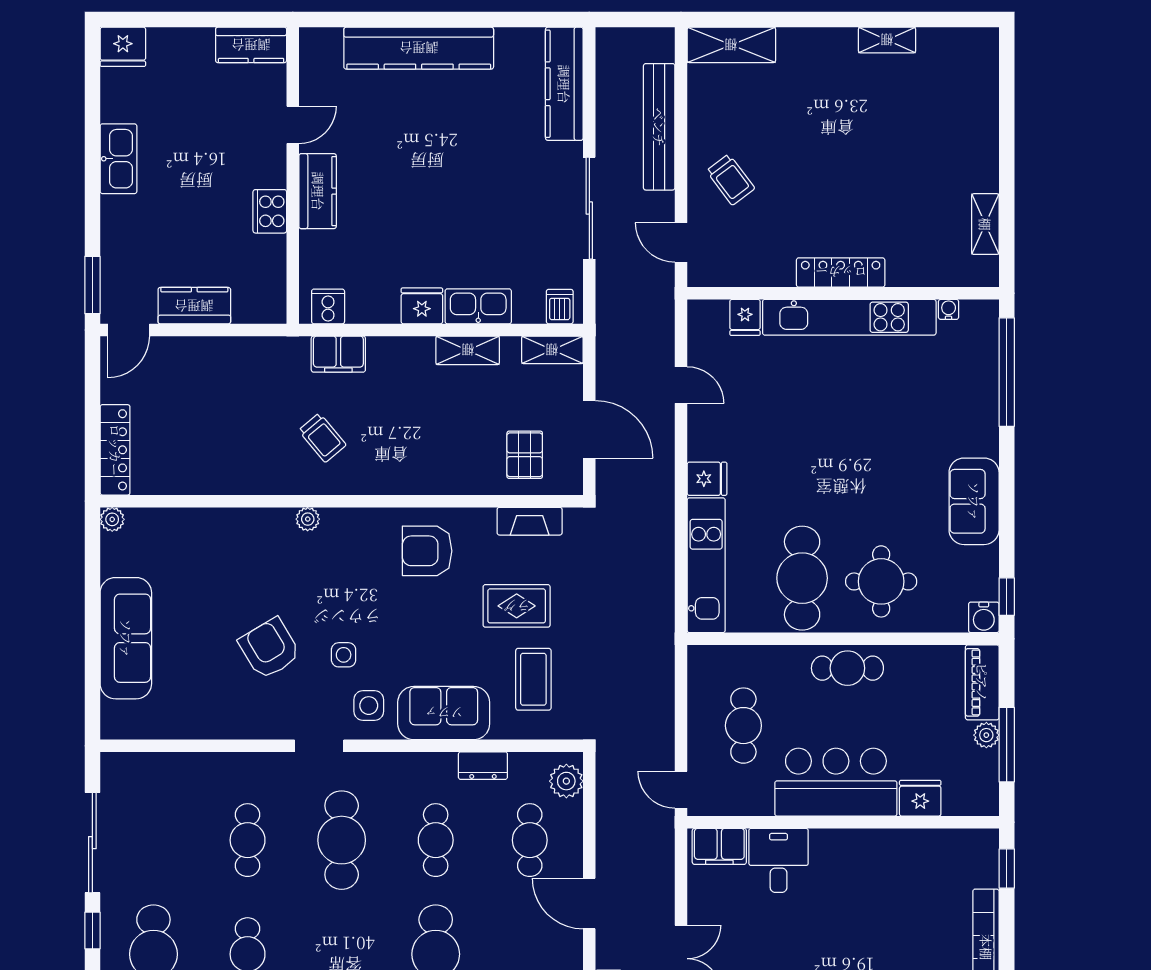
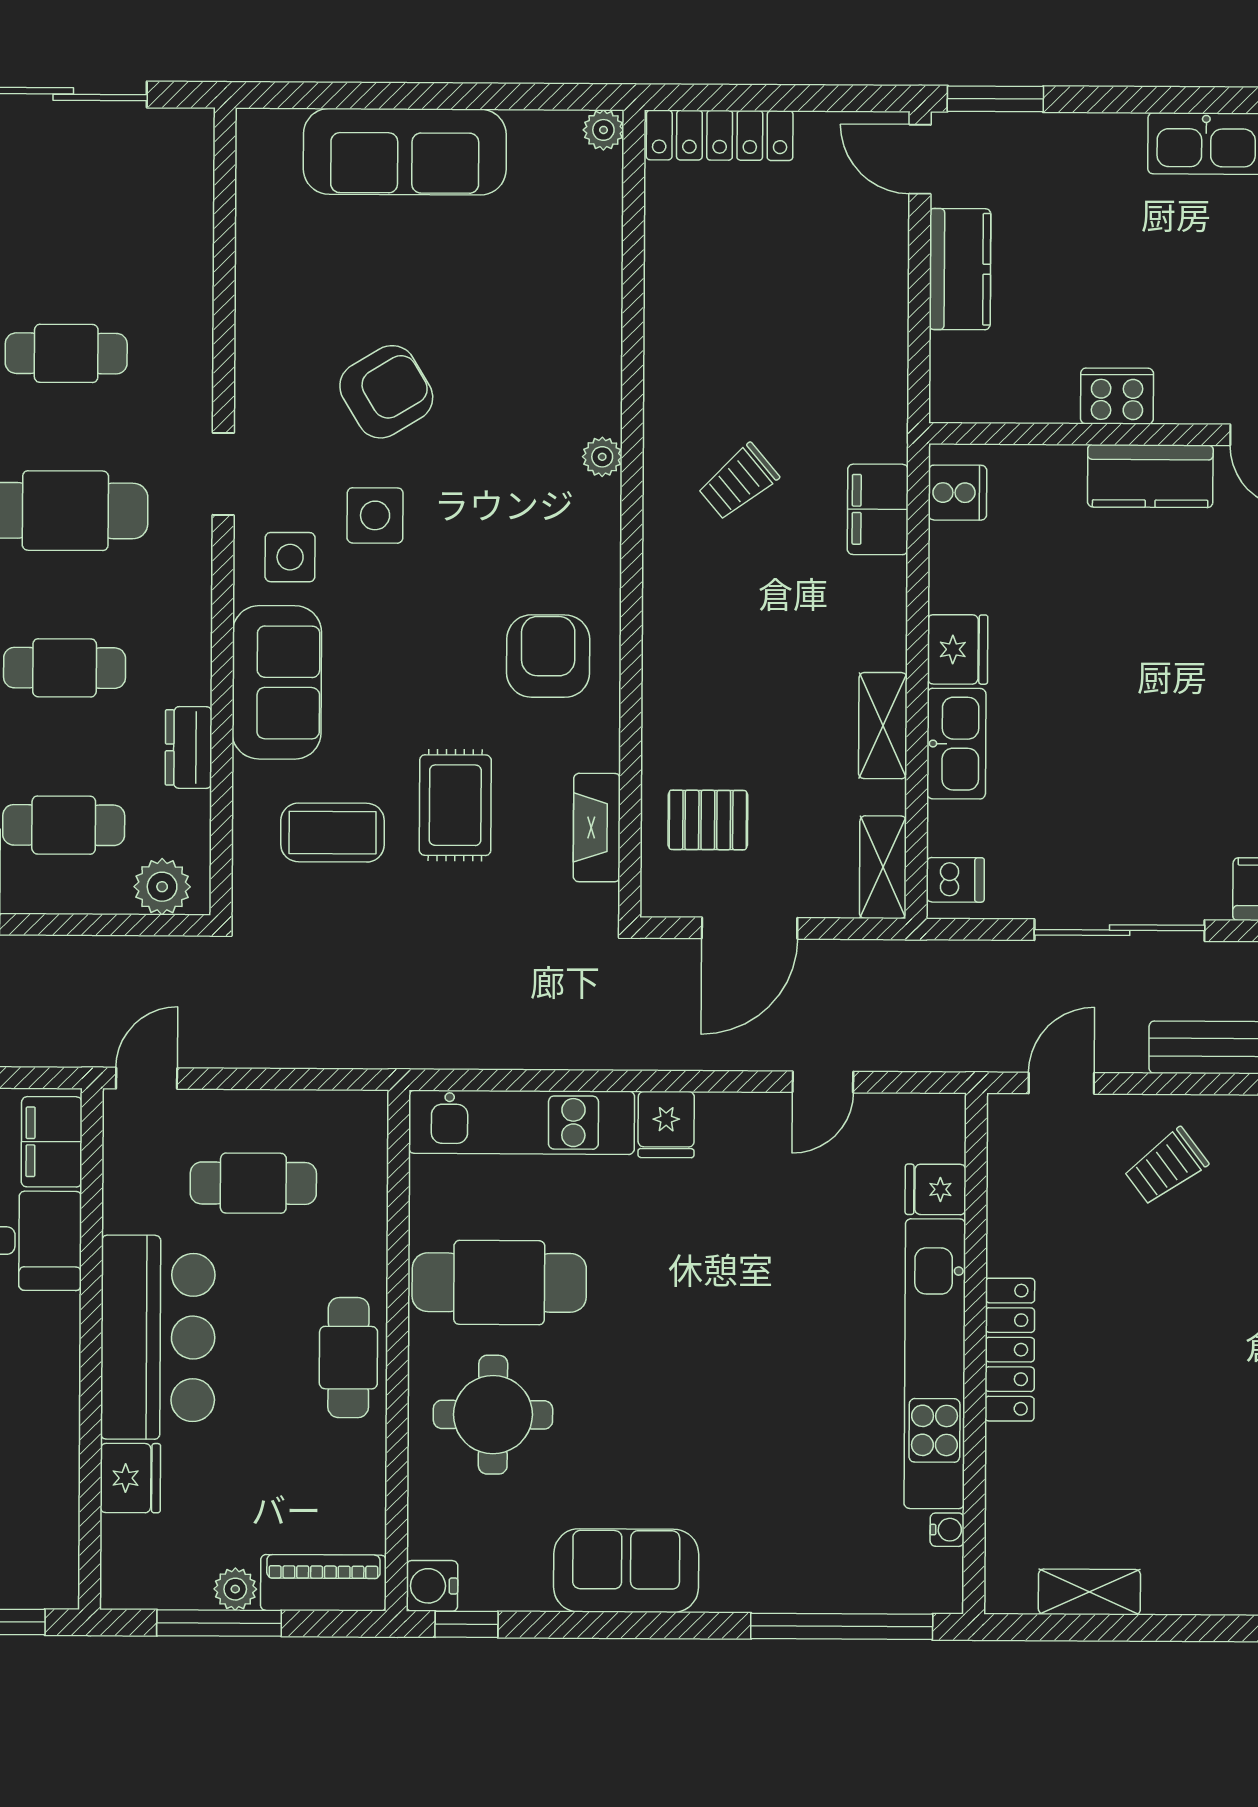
side table: (344, 655) -> (375, 515), width x1.37, depth x1.37

